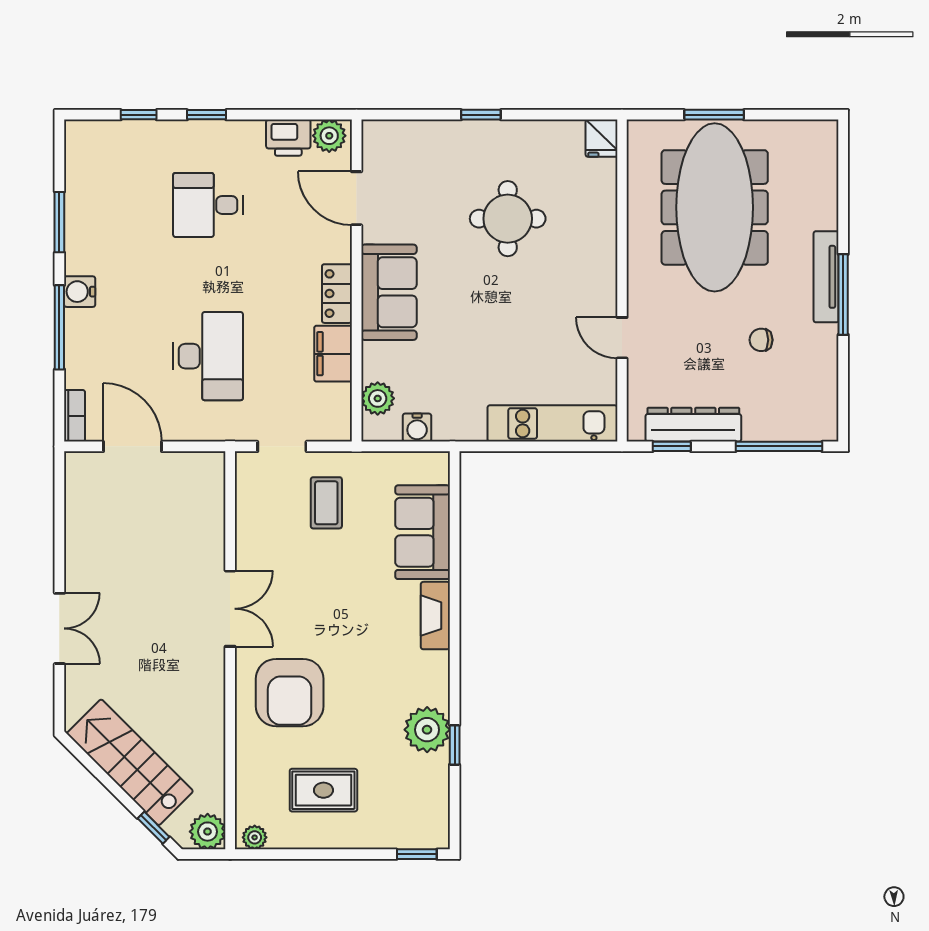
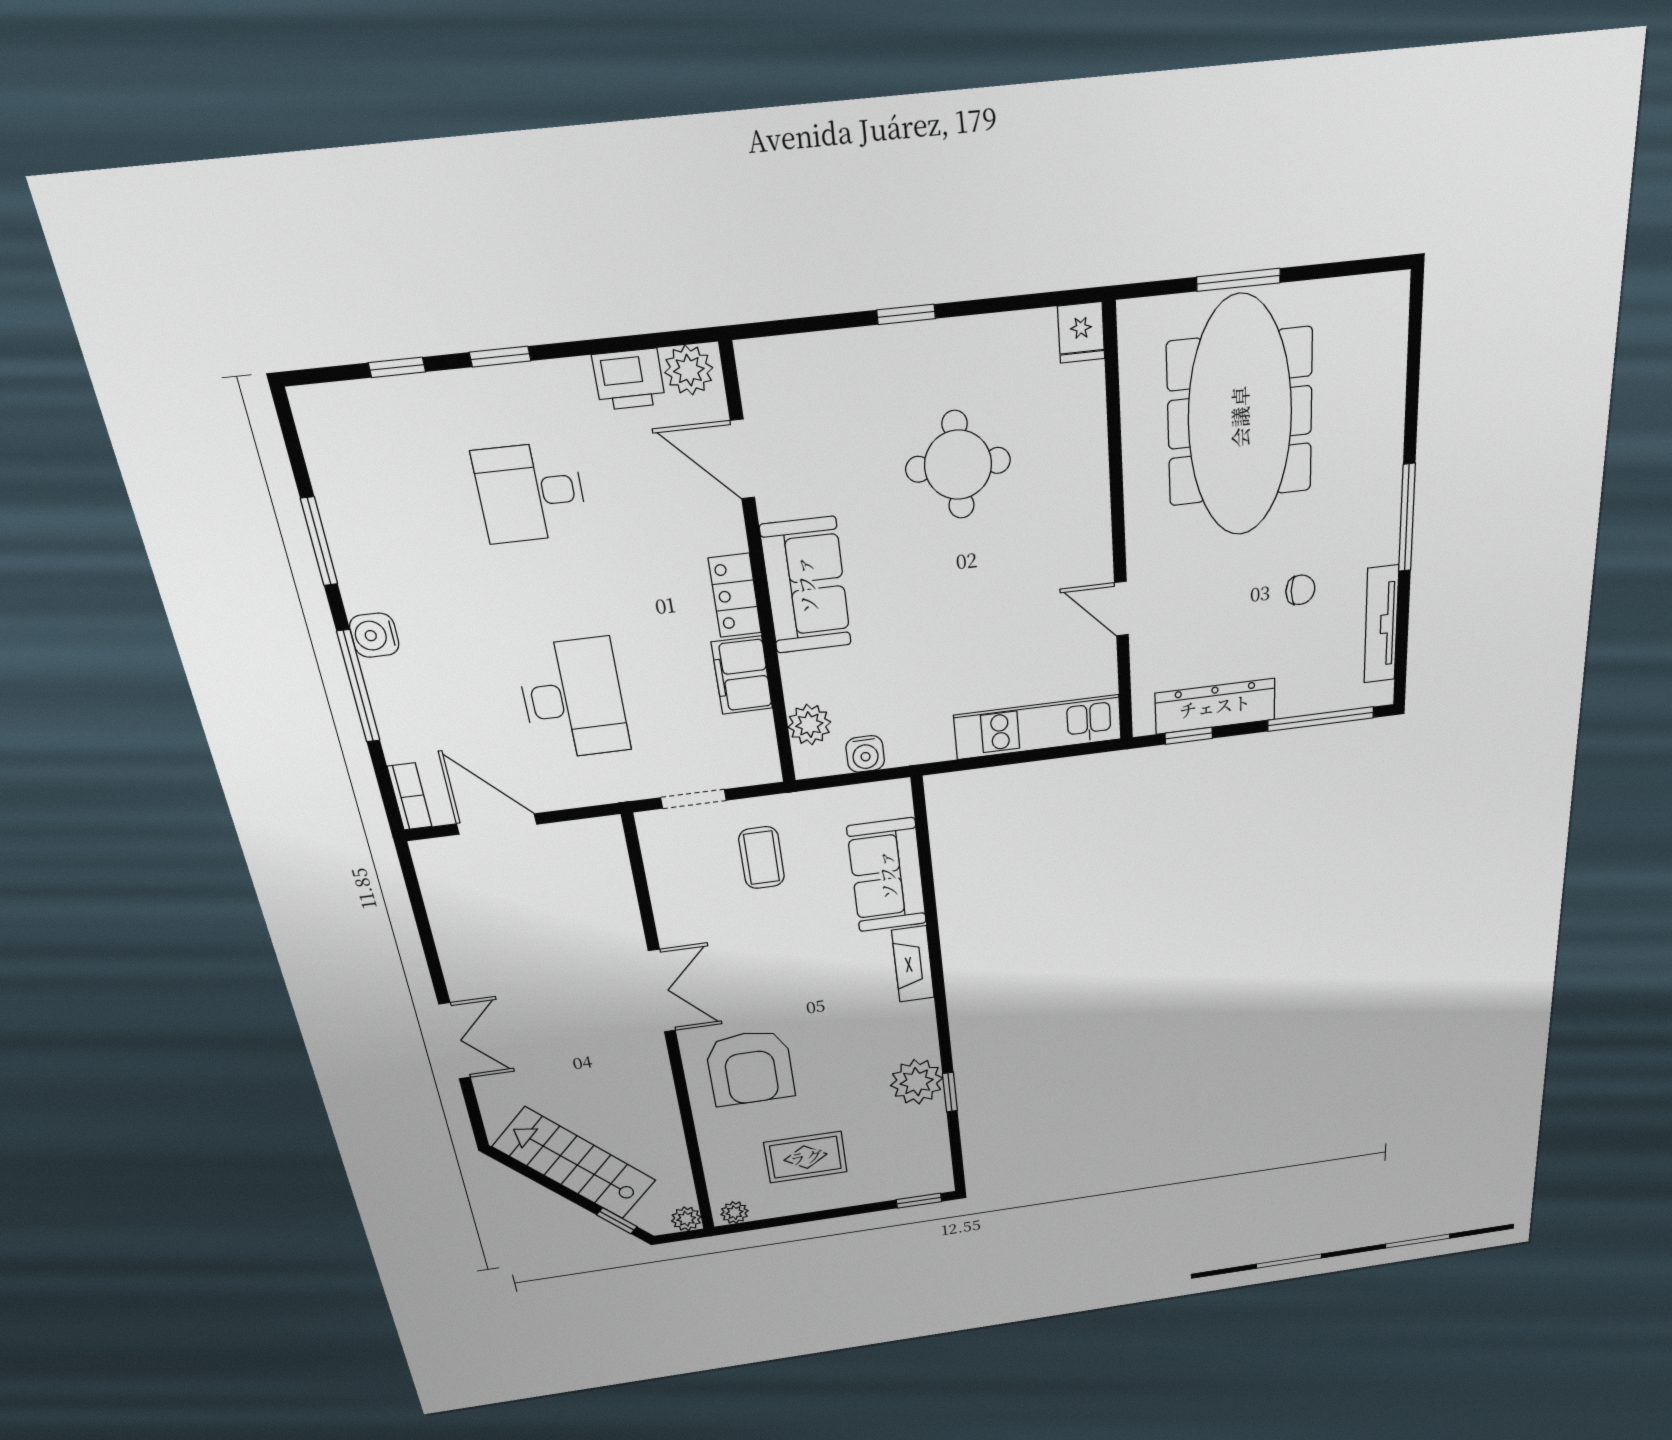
tv unit: (826, 277) -> (1381, 624), moved
chair: (761, 340) -> (1300, 590), turned 180
plant: (208, 832) -> (686, 1219), width x0.73, depth x0.73

